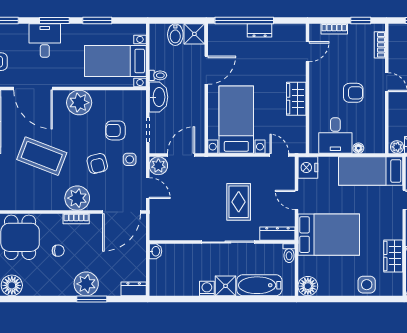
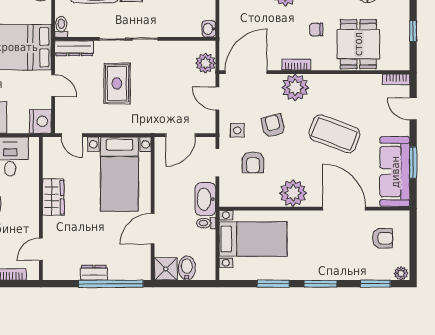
desk: (45, 40) -> (331, 262), removed
armchair: (115, 130) -> (253, 162), turned 90
plant: (158, 166) -> (206, 63), moved

